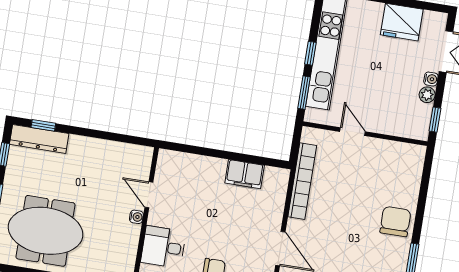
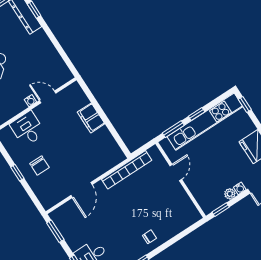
filing cabinet: (245, 174) -> (91, 118), moved
door: (149, 195) -> (48, 97), hinge flipped
chair: (395, 221) -> (149, 237), width x0.54, depth x0.54

